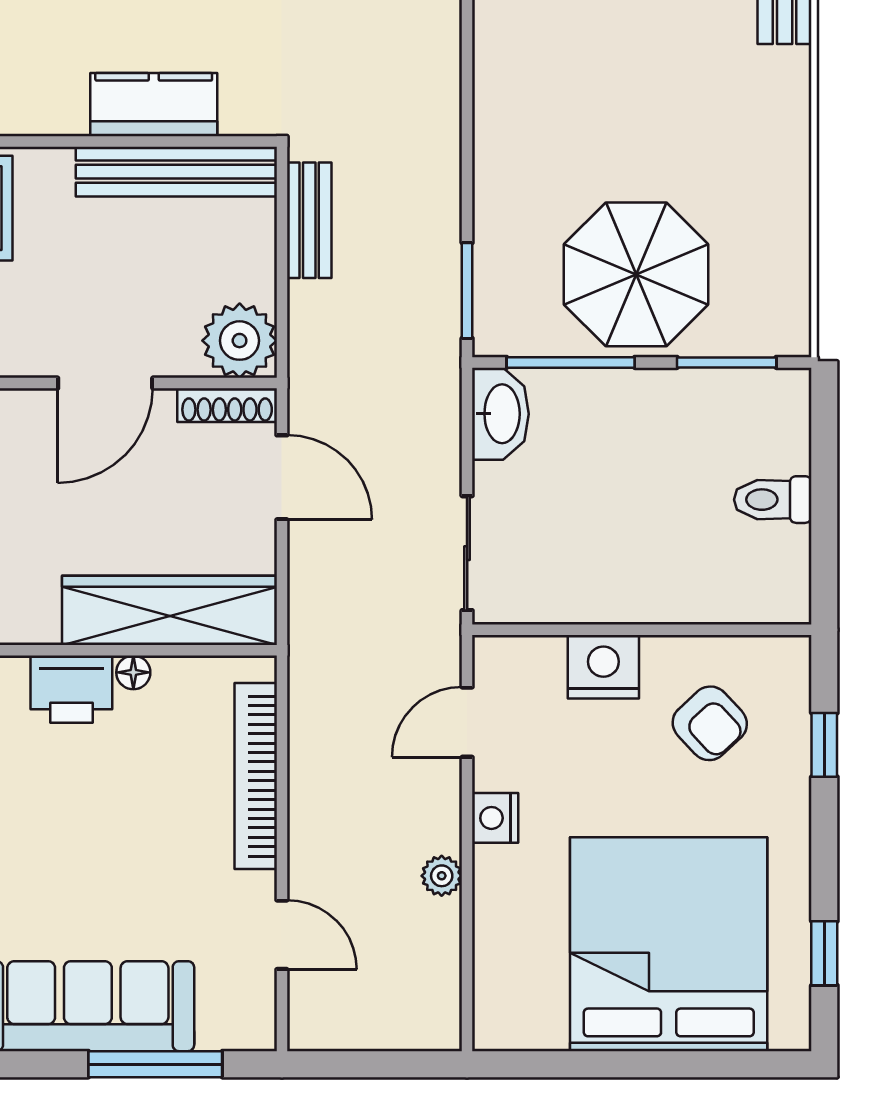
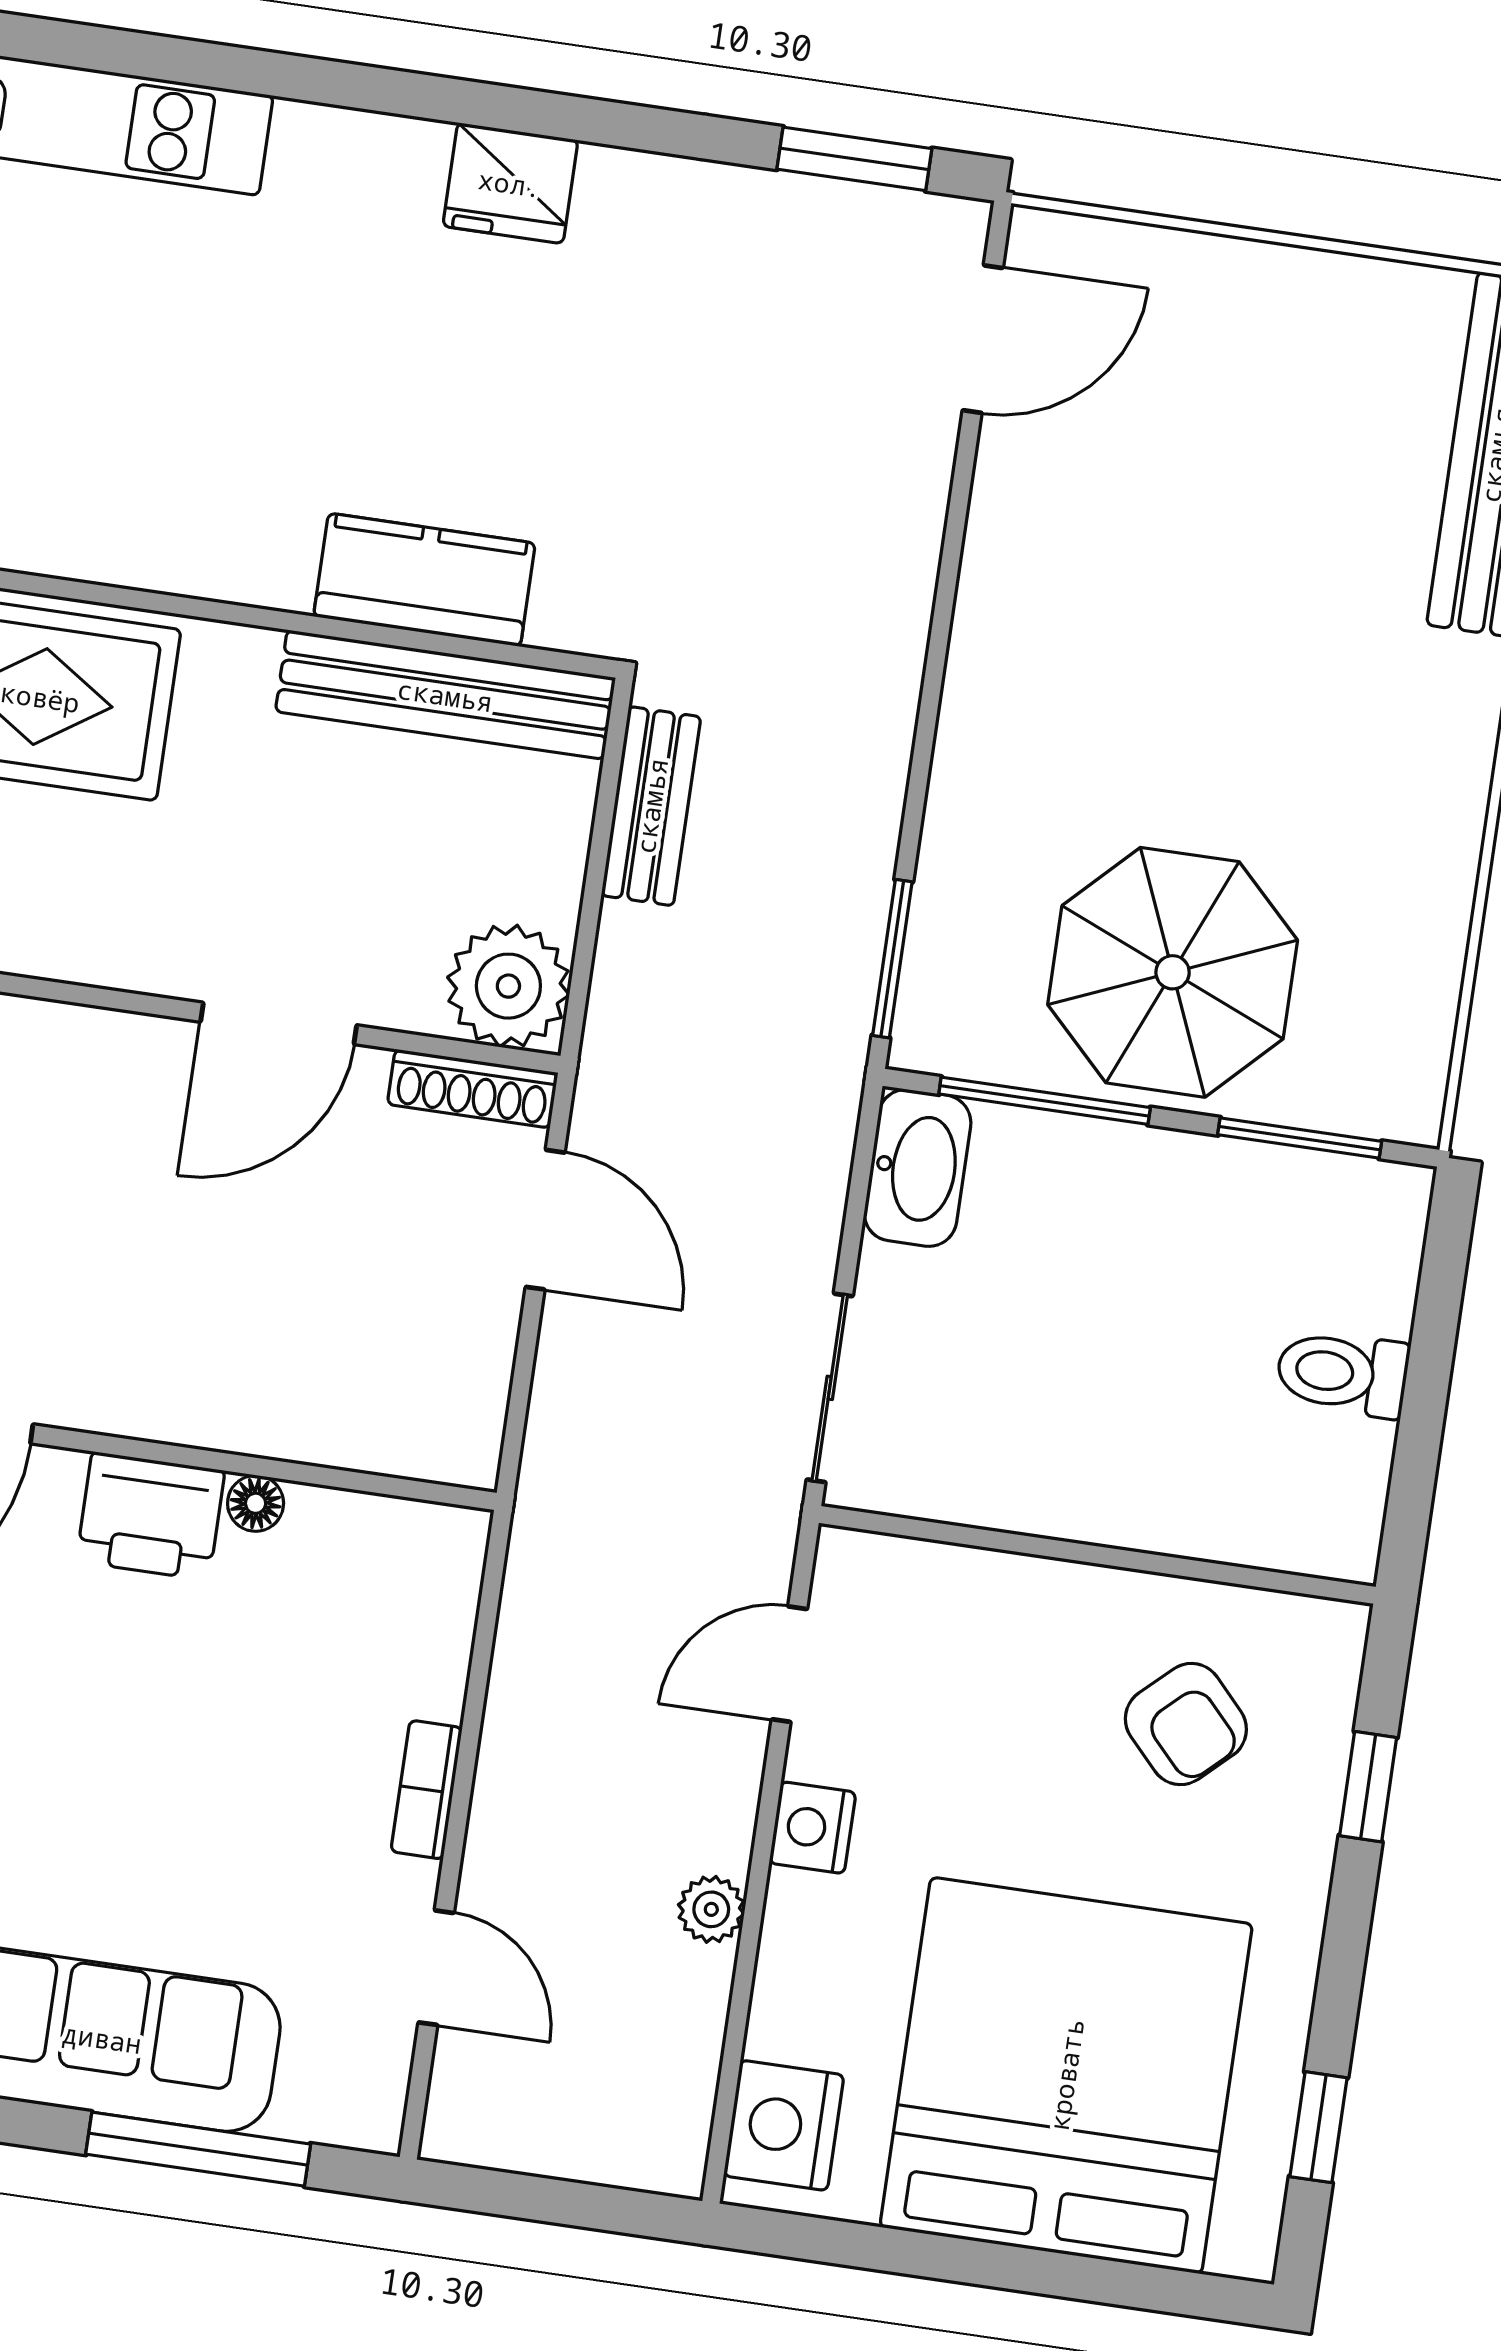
wardrobe: (170, 610) -> (330, 1411), removed
nightstand: (603, 667) -> (784, 2125), moved, turned -90
bookcase: (256, 776) -> (427, 1790), width x0.43, depth x0.76

